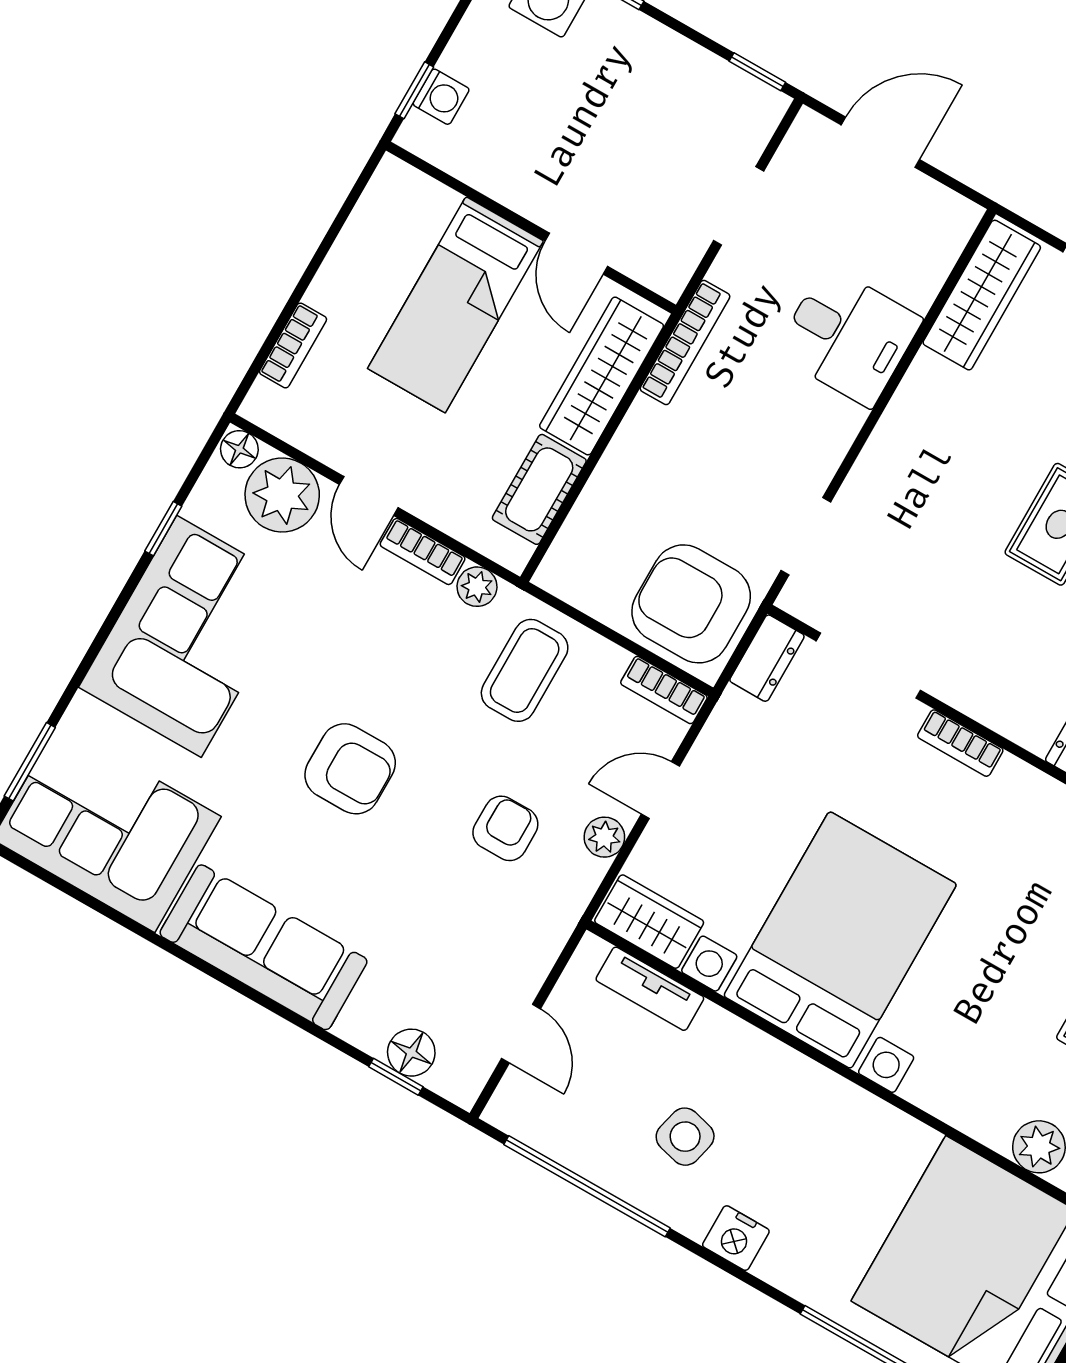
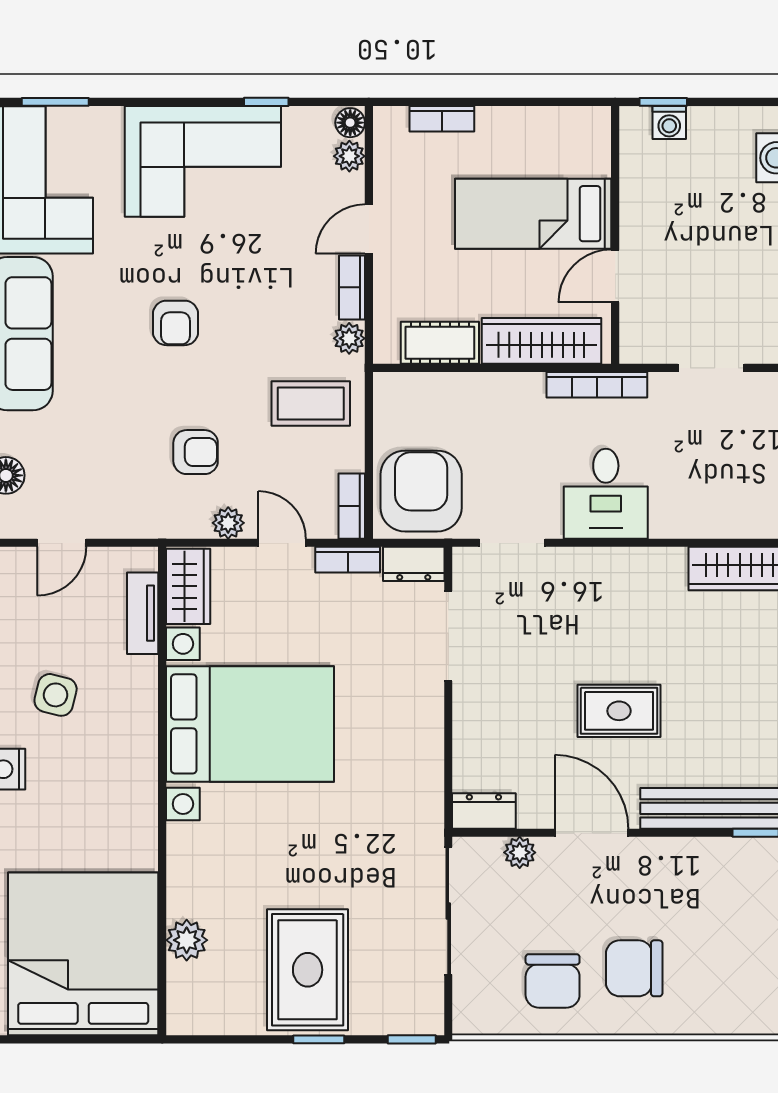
desk: (848, 336) -> (606, 494), moved
plant: (282, 495) -> (349, 156), width x0.53, depth x0.53
bookcase: (960, 743) -> (348, 560), moved, turned -90
armchair: (350, 769) -> (175, 323), width x0.72, depth x0.72

